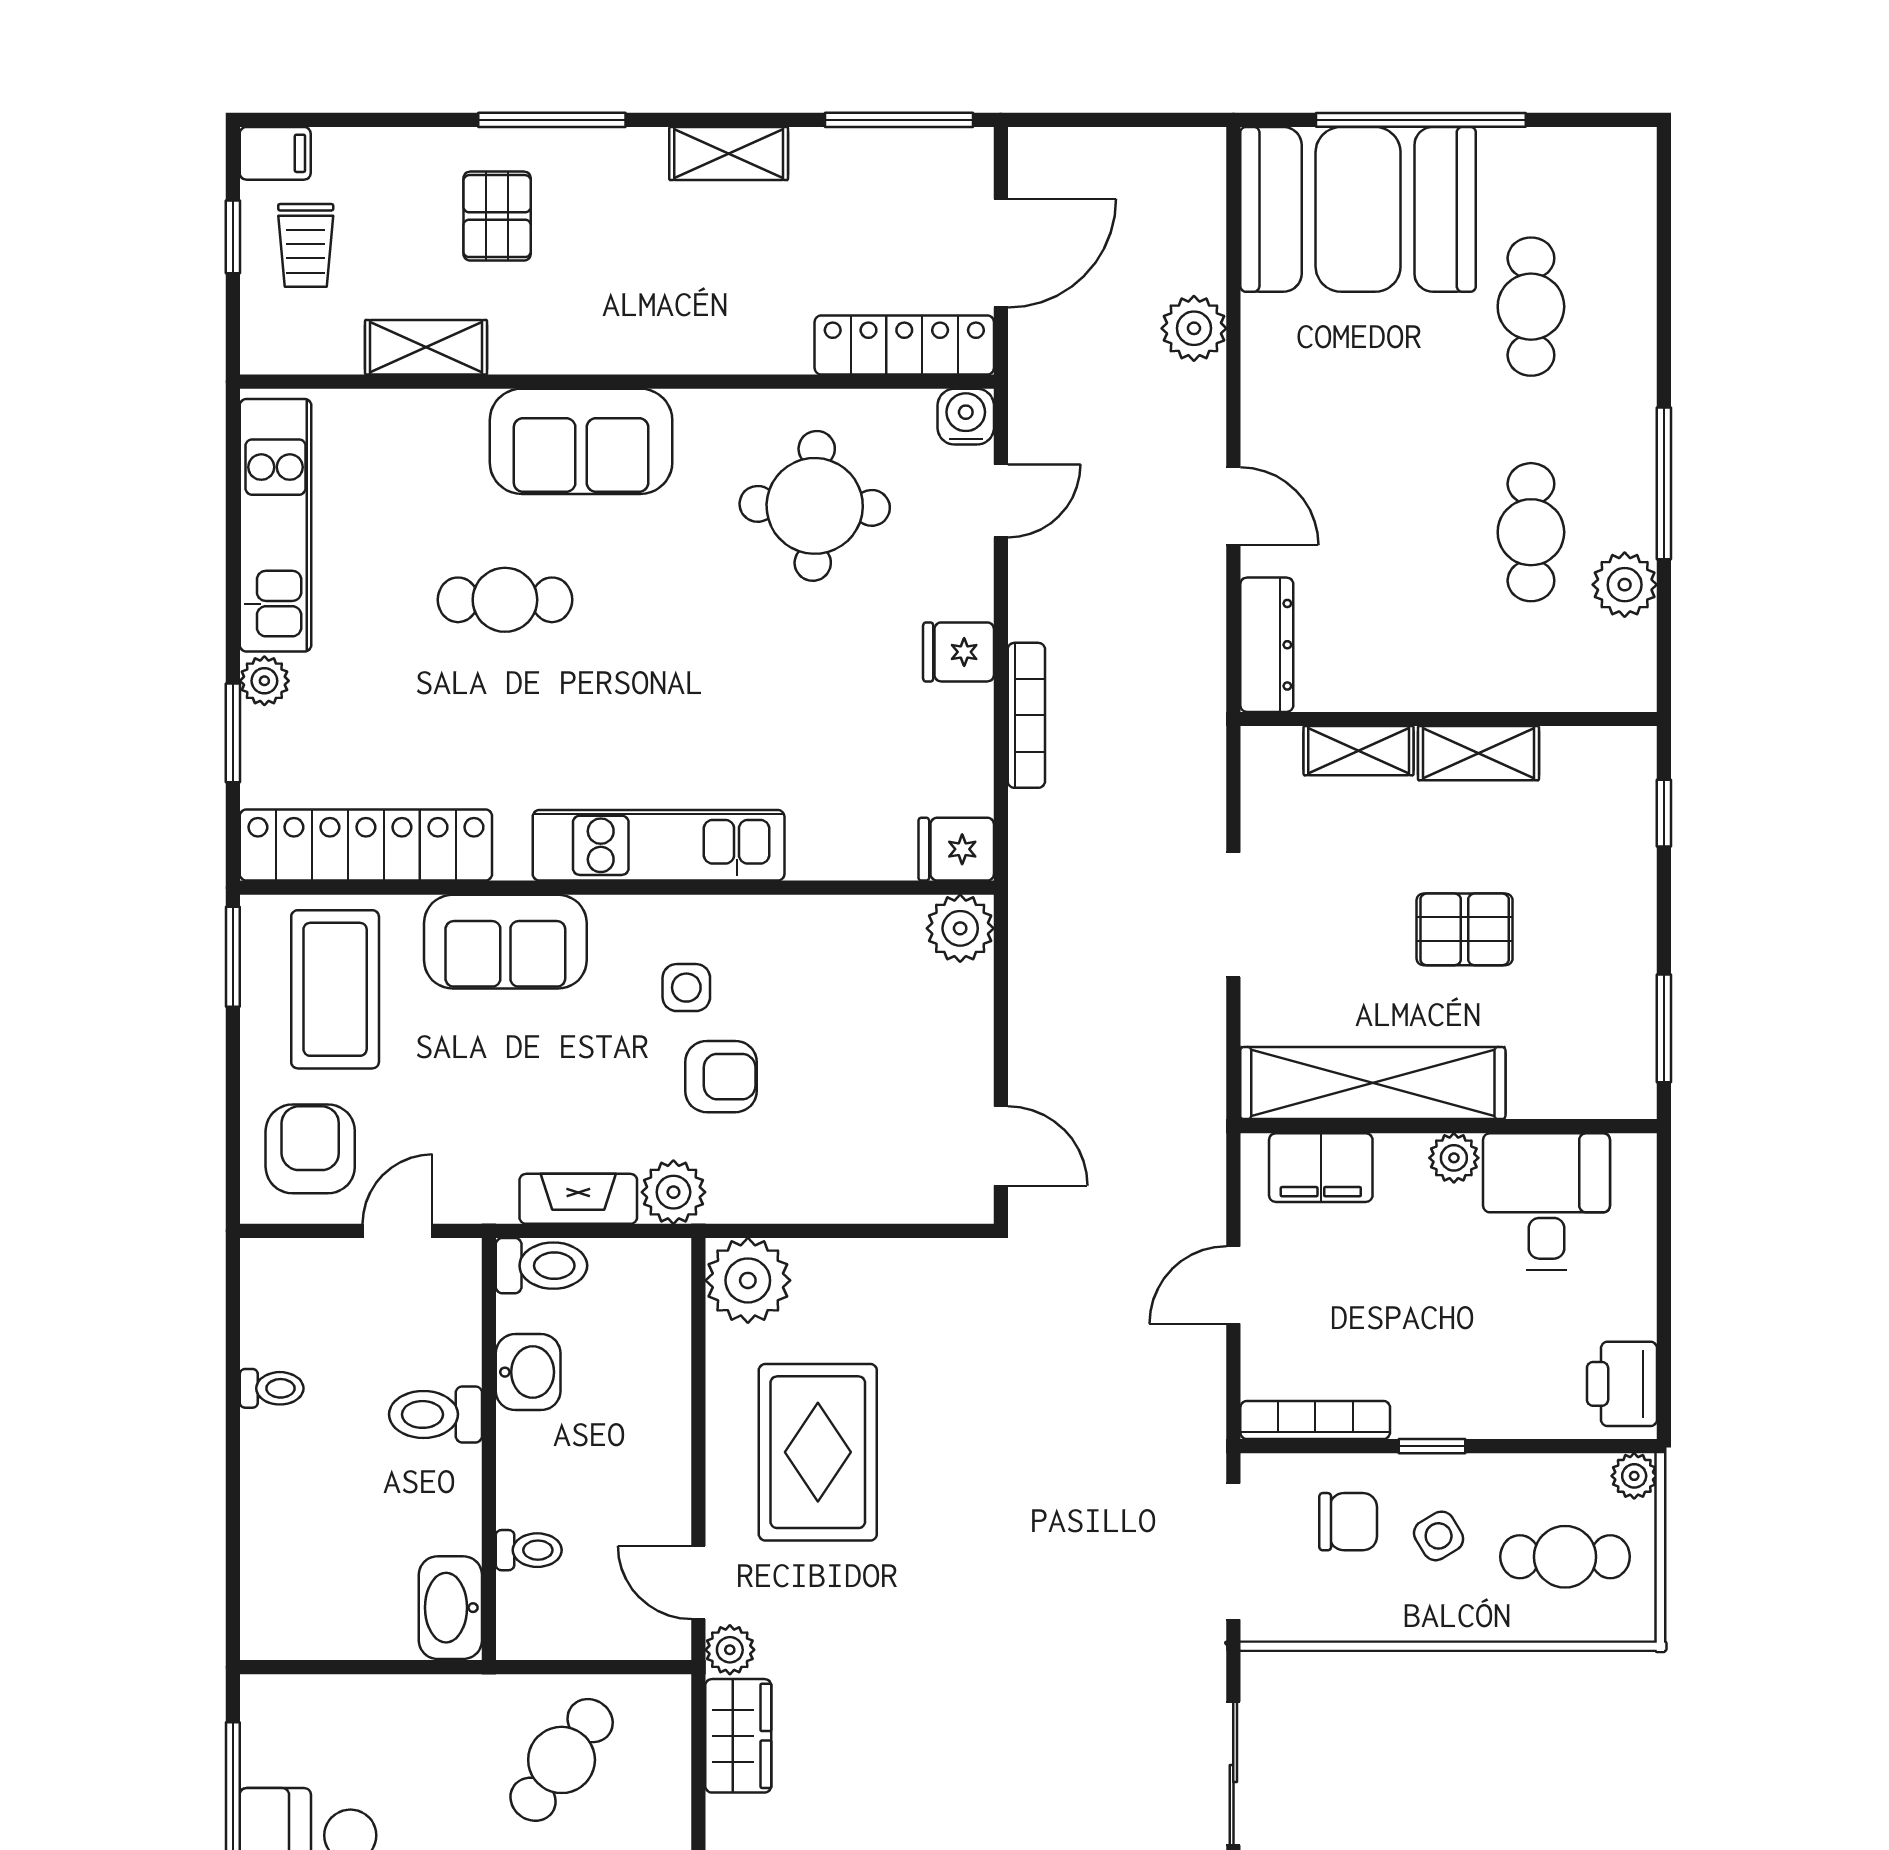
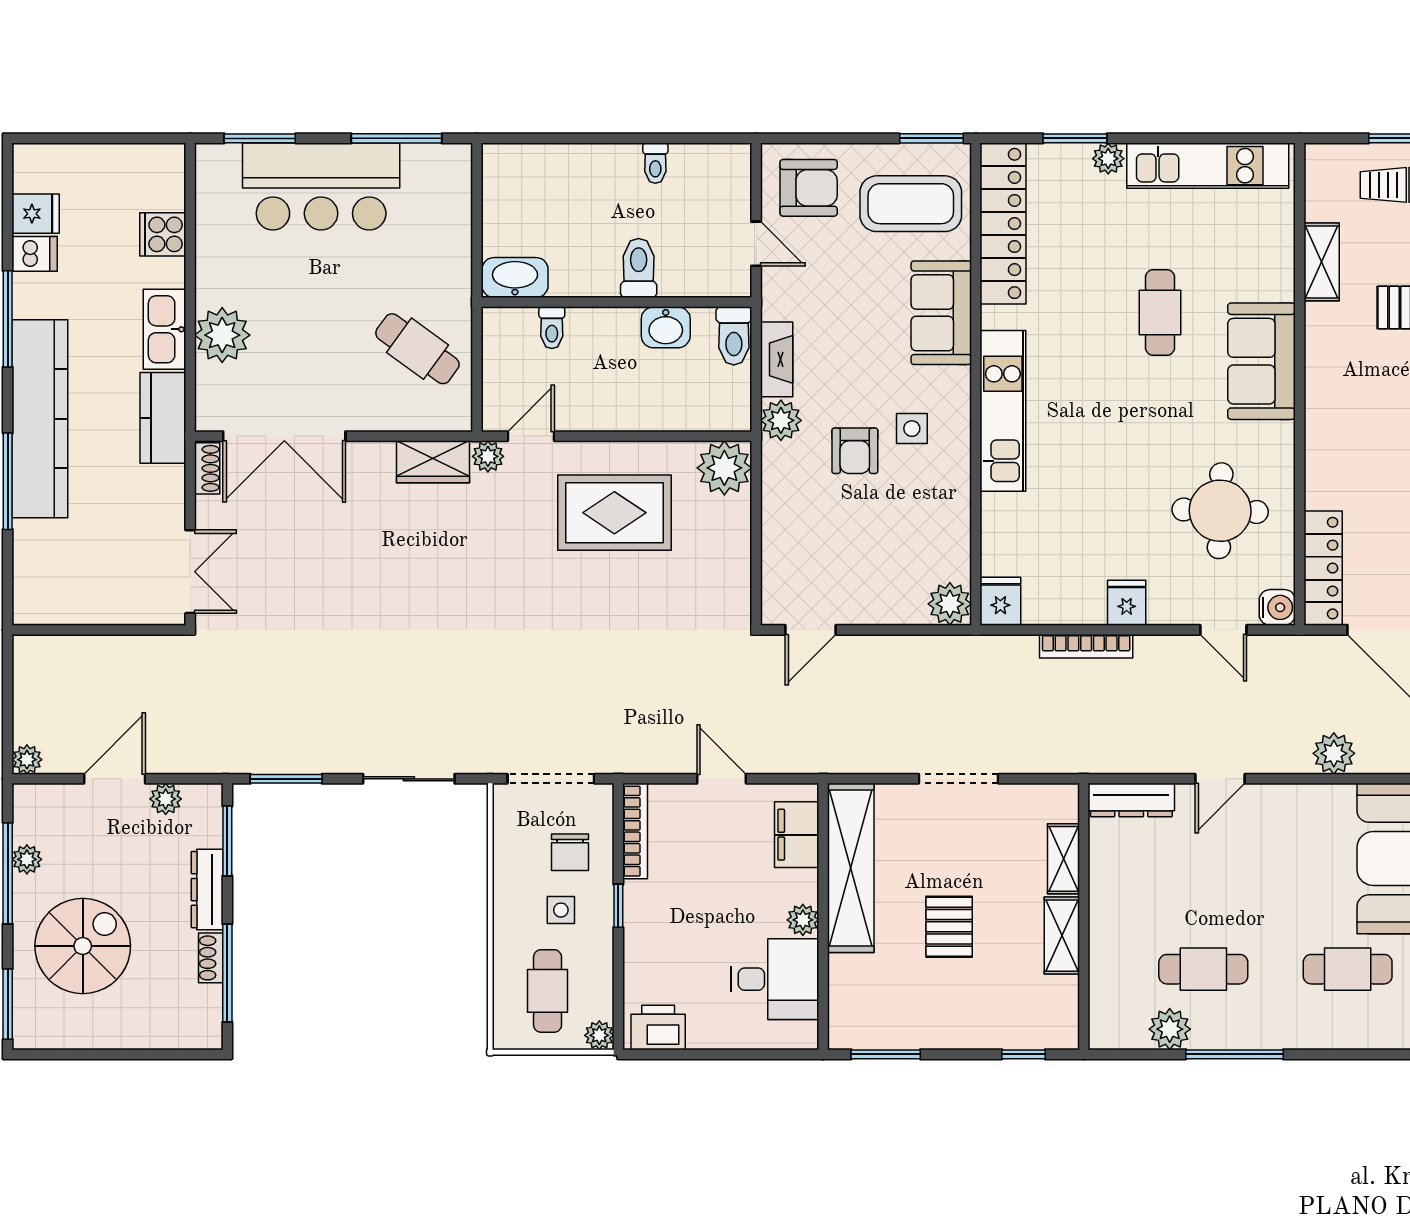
side table: (1439, 1536) -> (561, 910), turned 31

